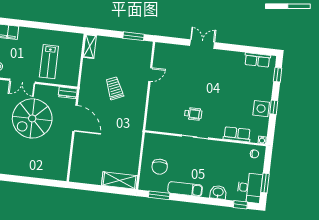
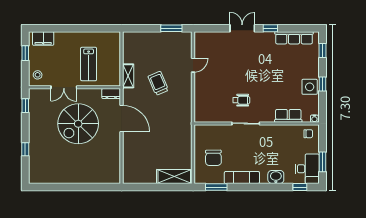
shelving: (90, 46) -> (128, 76), moved
window: (230, 47) -> (270, 28), added
row of seats: (257, 60) -> (294, 38), width x1.48

